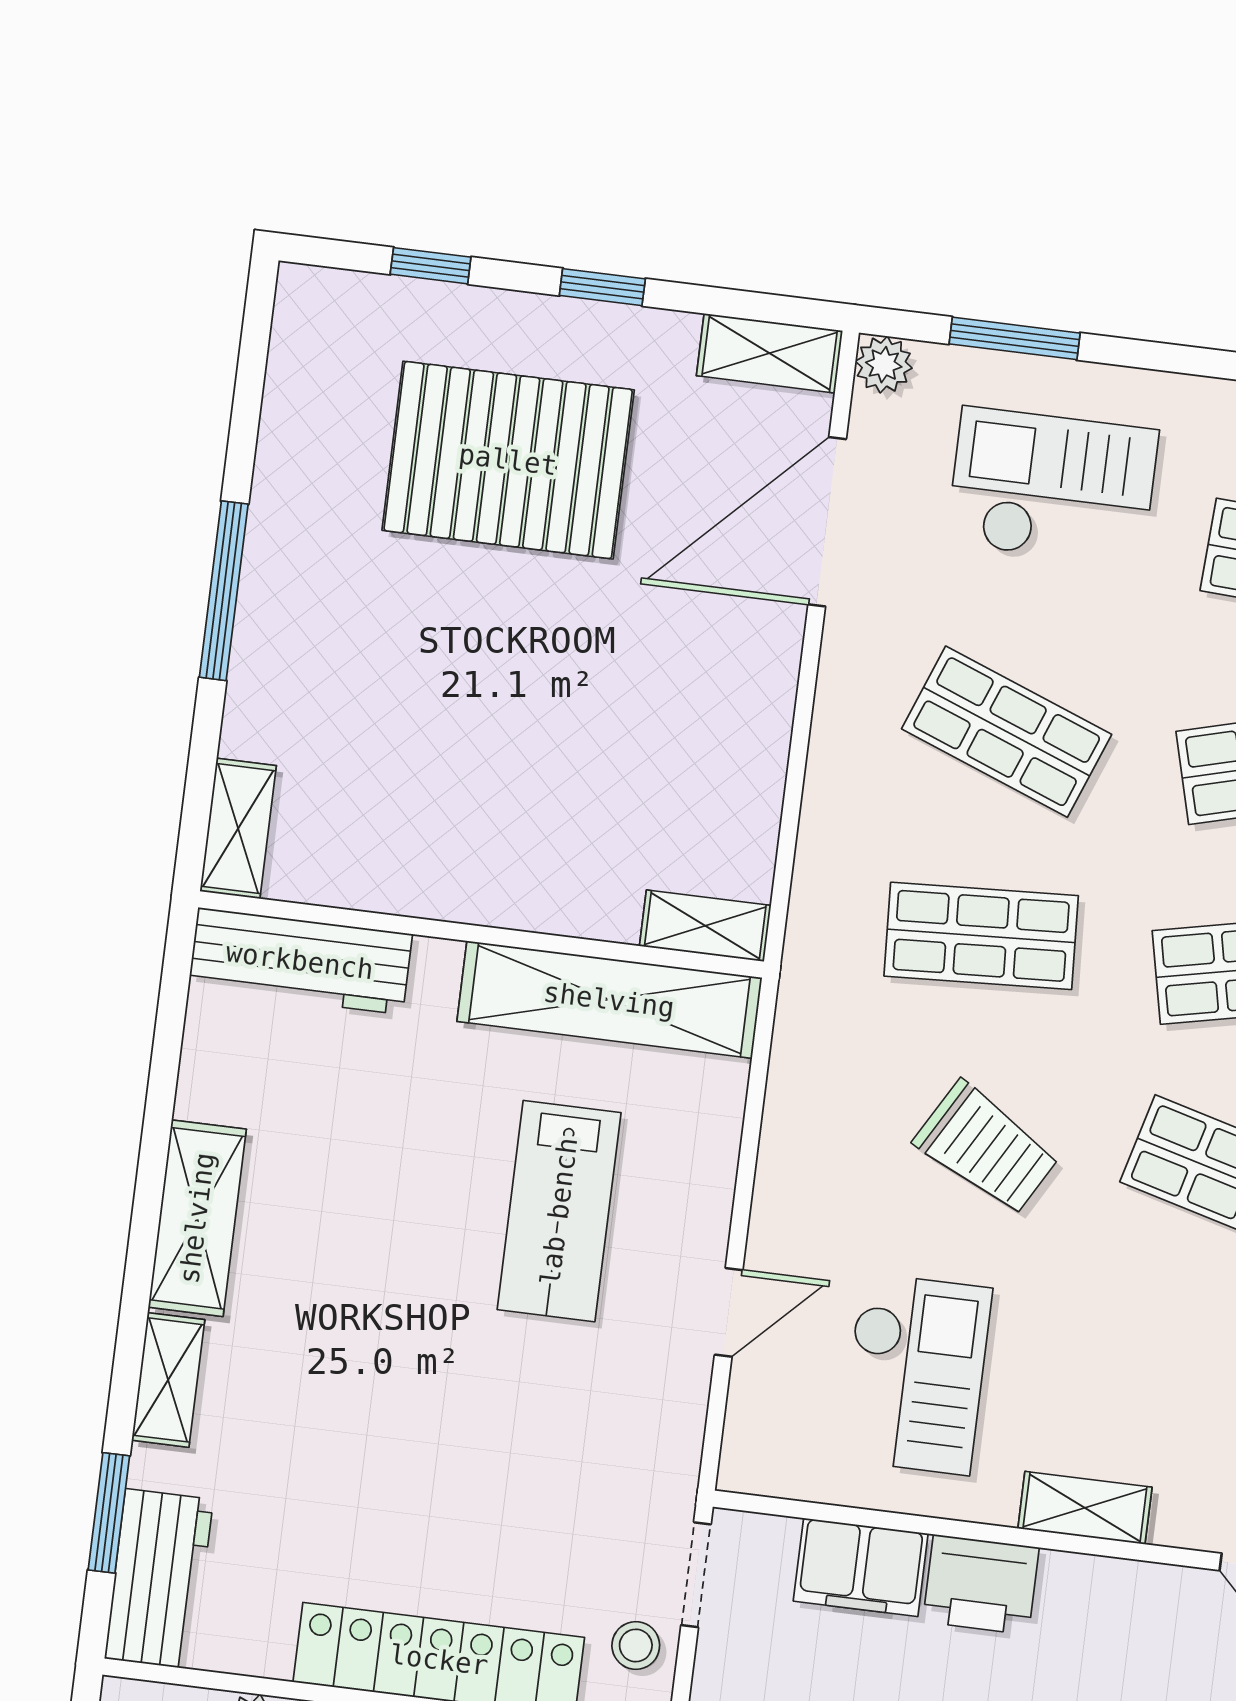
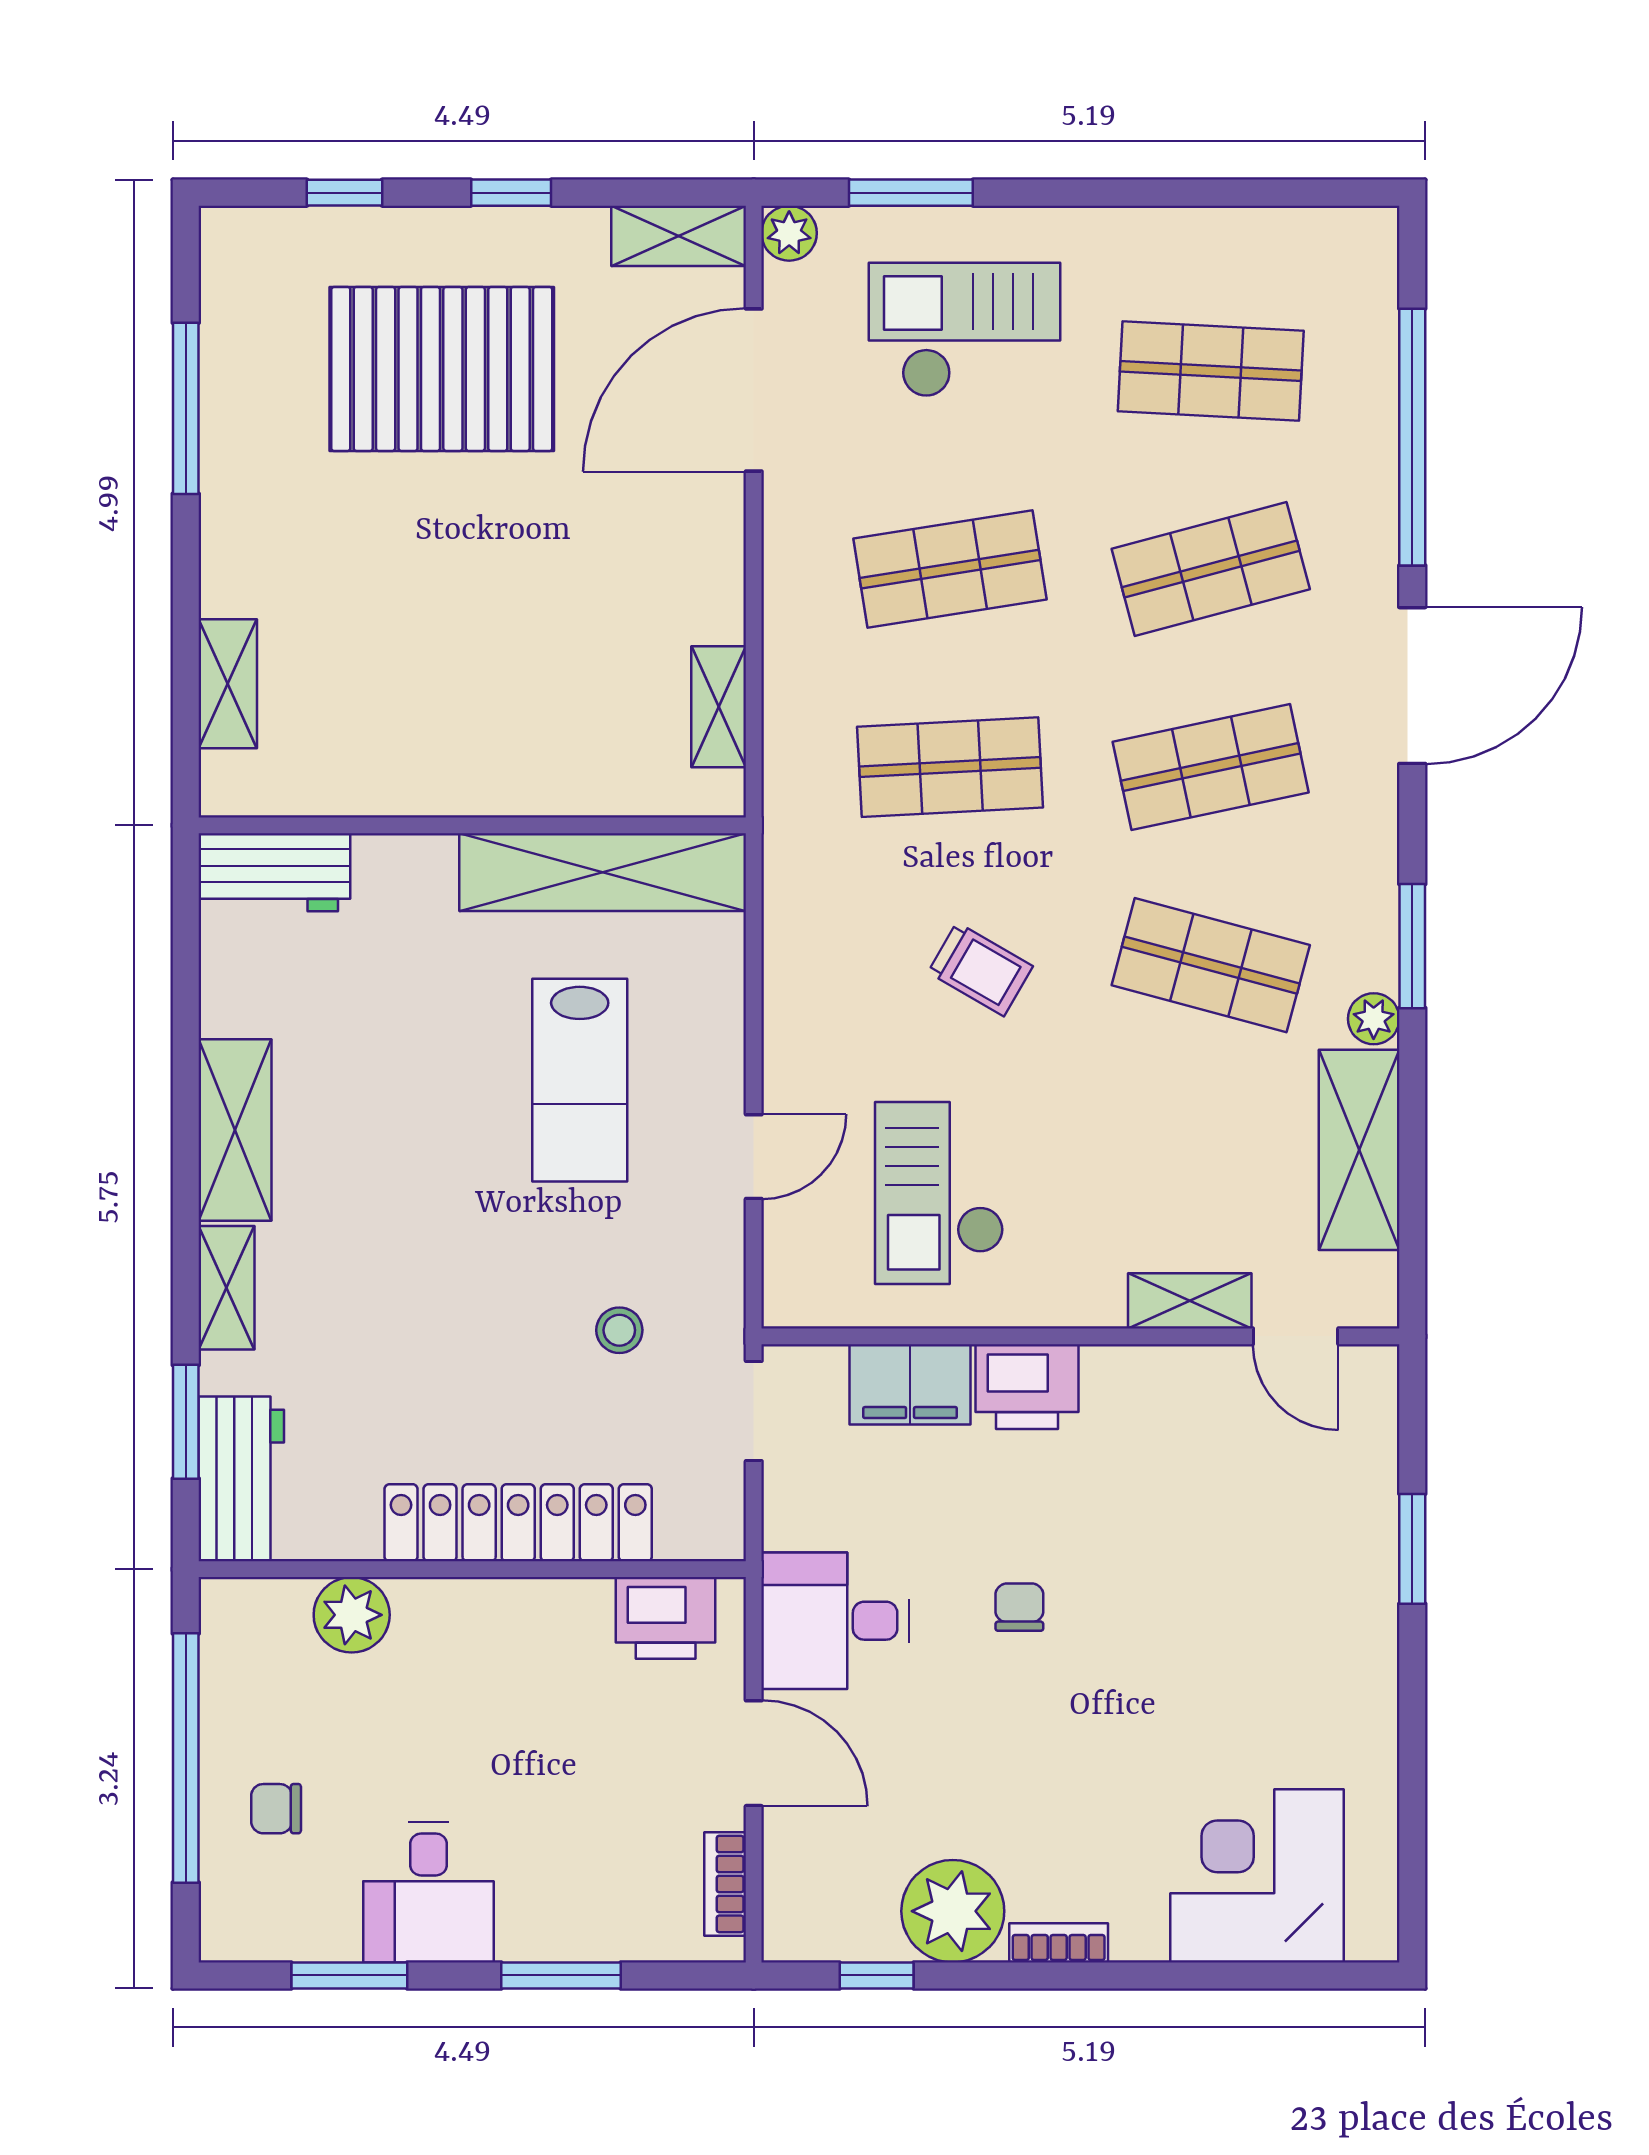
window: (224, 591) -> (186, 408), moved
shop shelf: (1007, 732) -> (950, 569), turned -30
shelving: (238, 829) -> (228, 684), moved
shelving: (705, 926) -> (719, 707), moved, turned 90
workbench: (300, 961) -> (274, 872), width x0.73
trolley: (987, 1148) -> (980, 969), width x0.73, depth x0.72
checkout: (915, 1374) -> (939, 1193), turned 180
shelving: (1085, 1508) -> (1190, 1301), moved
stool: (636, 1645) -> (619, 1330), moved

